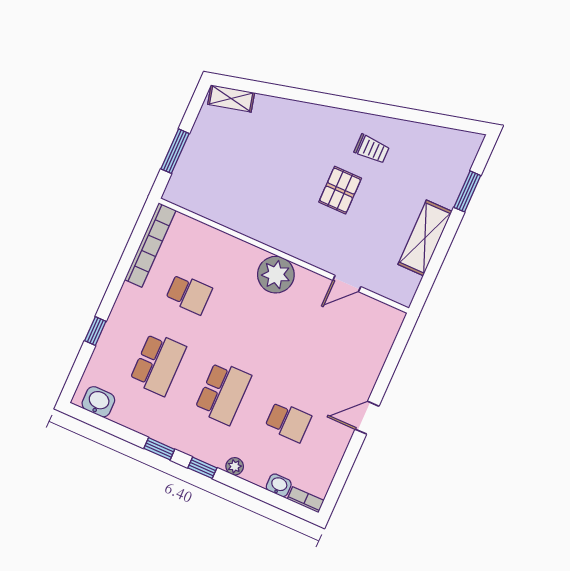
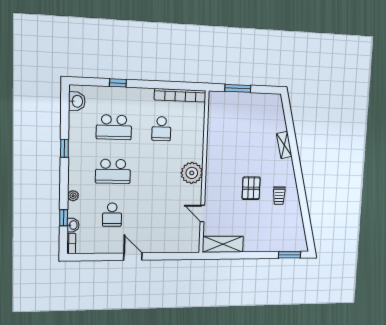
shelving: (231, 99) -> (284, 145), moved
pallet: (340, 190) -> (251, 188), turned 90
window: (467, 191) -> (290, 255), moved
shelving: (425, 238) -> (223, 244), moved
window: (202, 468) -> (64, 218), moved

